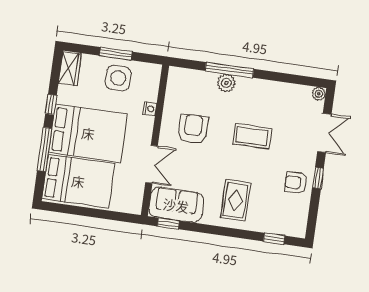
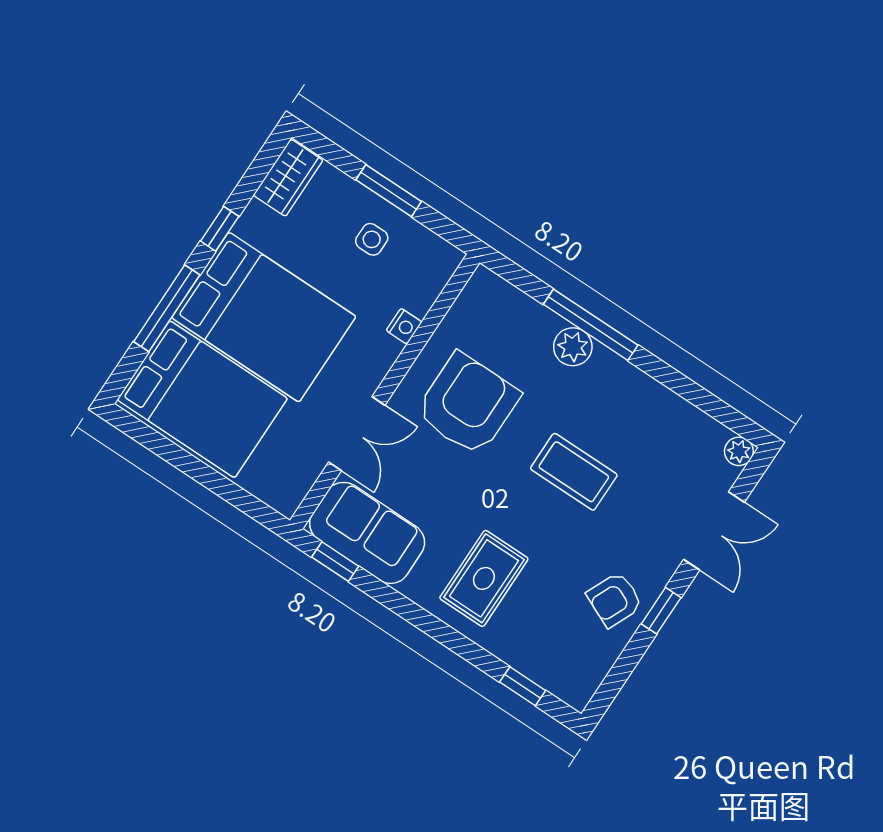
side table: (118, 78) -> (372, 239), width x0.54, depth x0.54
armchair: (193, 129) -> (468, 404), width x1.36, depth x1.36
armchair: (296, 183) -> (615, 600), turned -66

